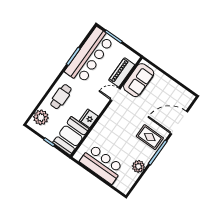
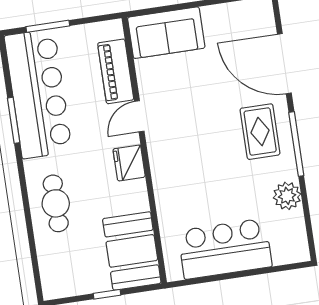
sofa: (139, 80) -> (166, 33), moved, turned 90
plant: (41, 117) -> (56, 267), removed
fridge: (89, 118) -> (129, 163), moved
door: (179, 123) -> (284, 64), hinge flipped
rug: (150, 137) -> (260, 132), turned 90

